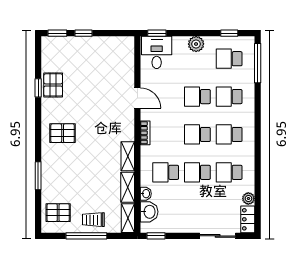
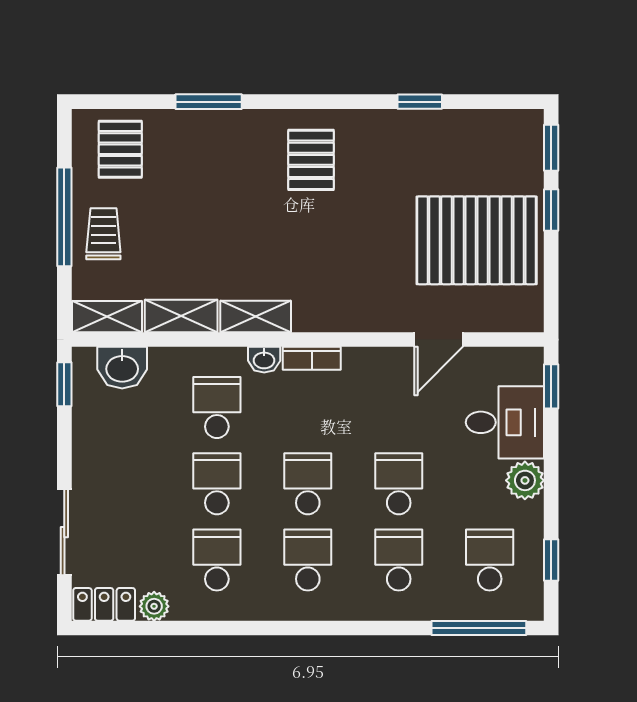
desk: (157, 52) -> (505, 422), moved
pallet: (53, 85) -> (477, 240), moved, width x2.05, depth x2.00
door: (137, 98) -> (439, 340), moved
washbasin: (146, 194) -> (264, 360), moved

